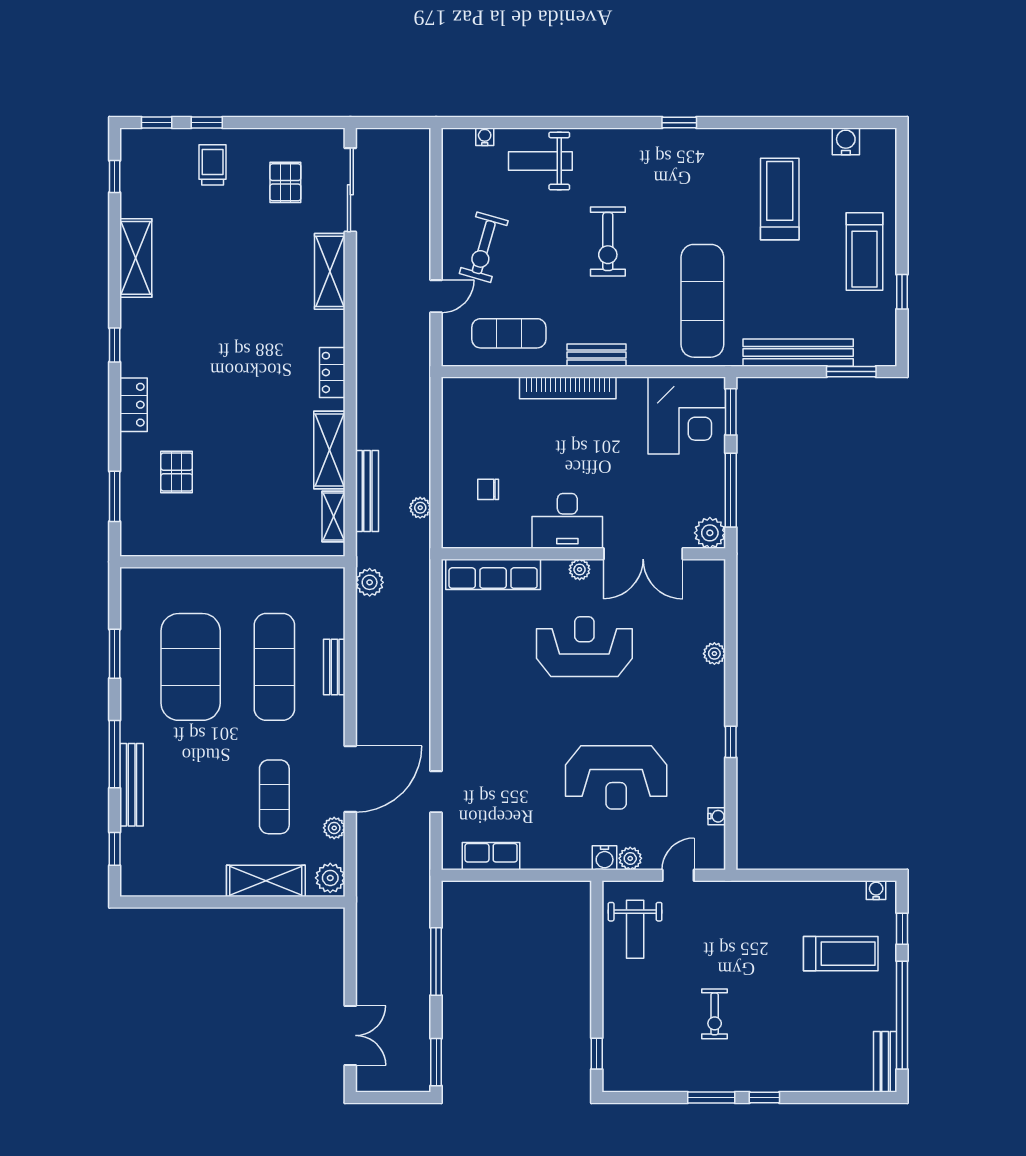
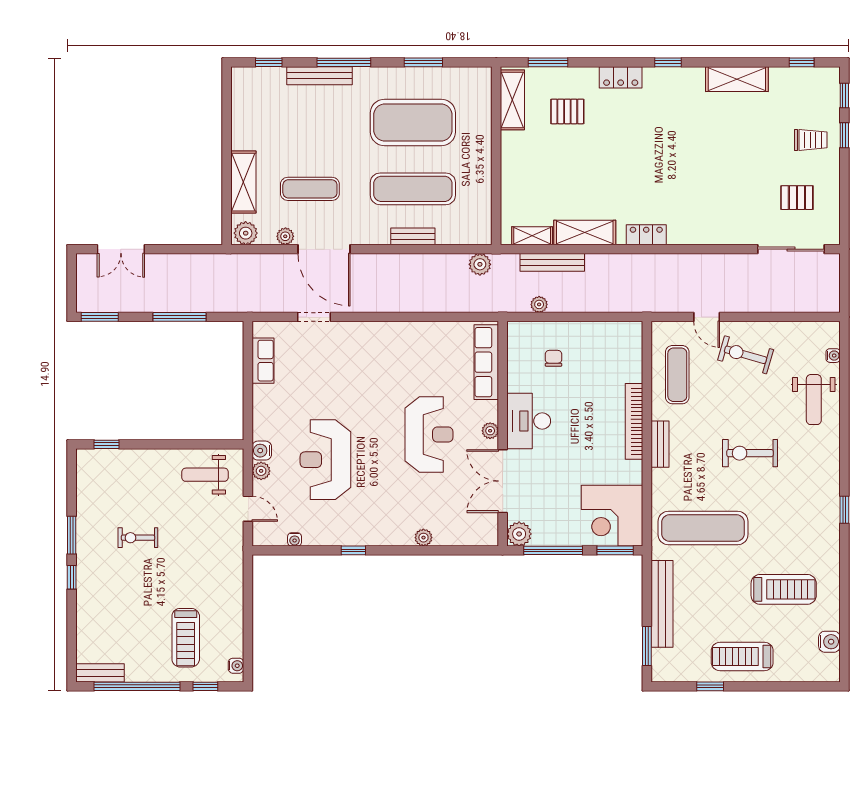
weight bench: (540, 161) -> (814, 400), turned 180
shelving: (330, 271) -> (512, 100), moved, turned 90

